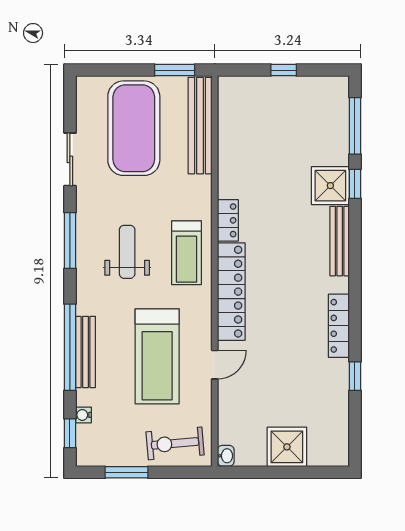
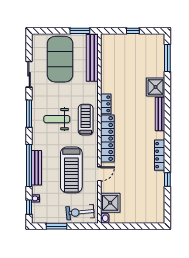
window: (355, 184) -> (167, 86), removed
weight bench: (127, 252) -> (57, 119), turned -90
treadmill: (186, 253) -> (86, 120), turned 180
shower: (287, 447) -> (110, 203), moved

